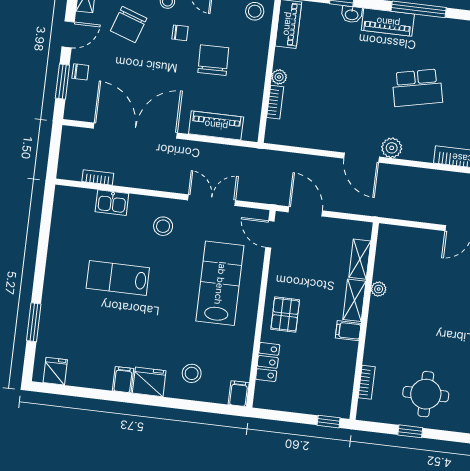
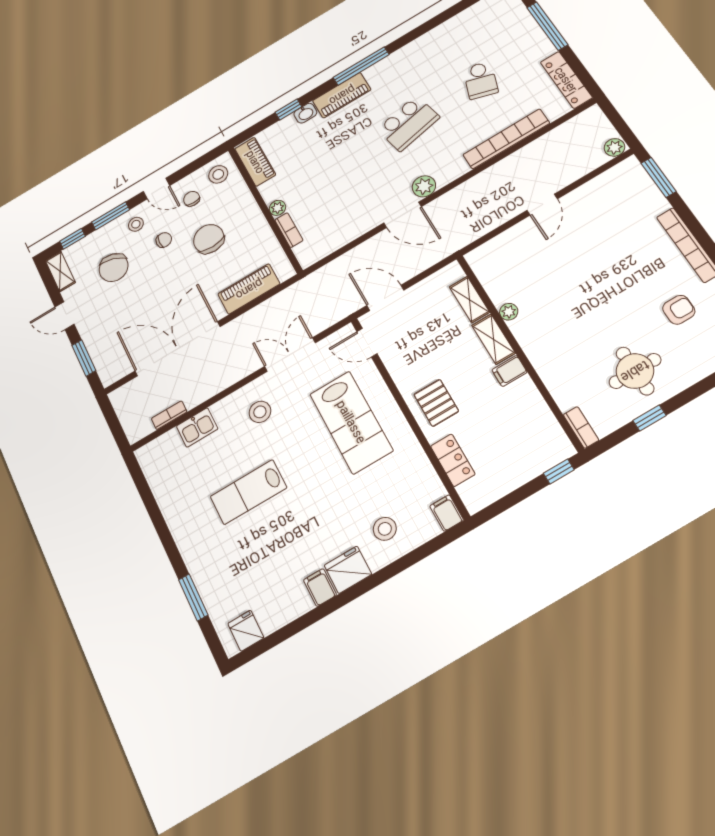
door: (68, 34) -> (64, 316), swing flipped
chair: (80, 72) -> (192, 199), moved, turned -90
lab bench: (220, 283) -> (351, 422), turned 180
bookcase: (367, 382) -> (581, 427), moved

